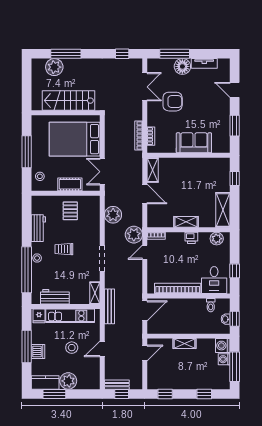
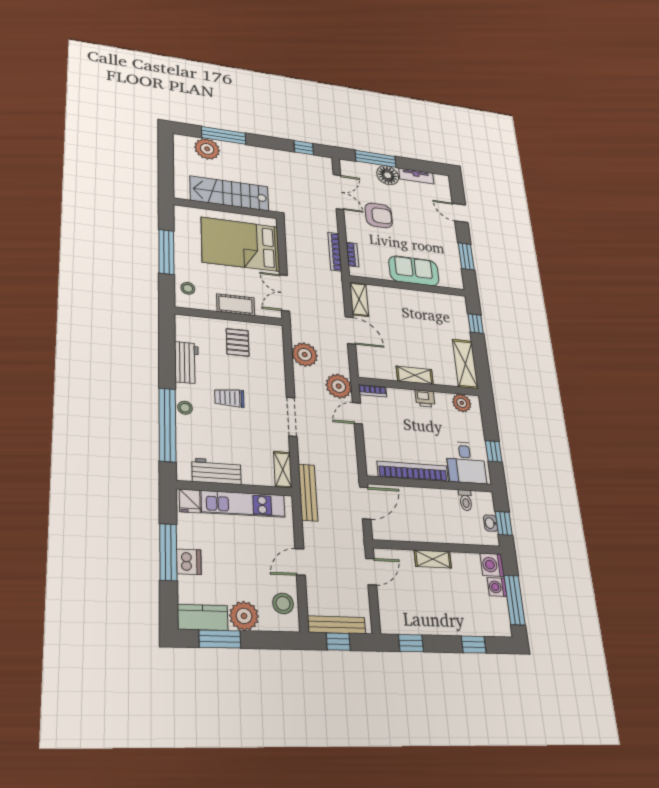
stool: (72, 348) -> (283, 603), moved
bench: (117, 385) -> (337, 625), width x1.36

